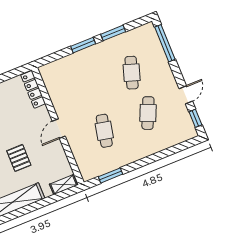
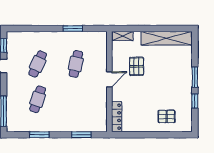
window: (83, 45) -> (81, 135), moved
pallet: (19, 158) -> (136, 66), moved
window: (111, 175) -> (73, 28), moved

